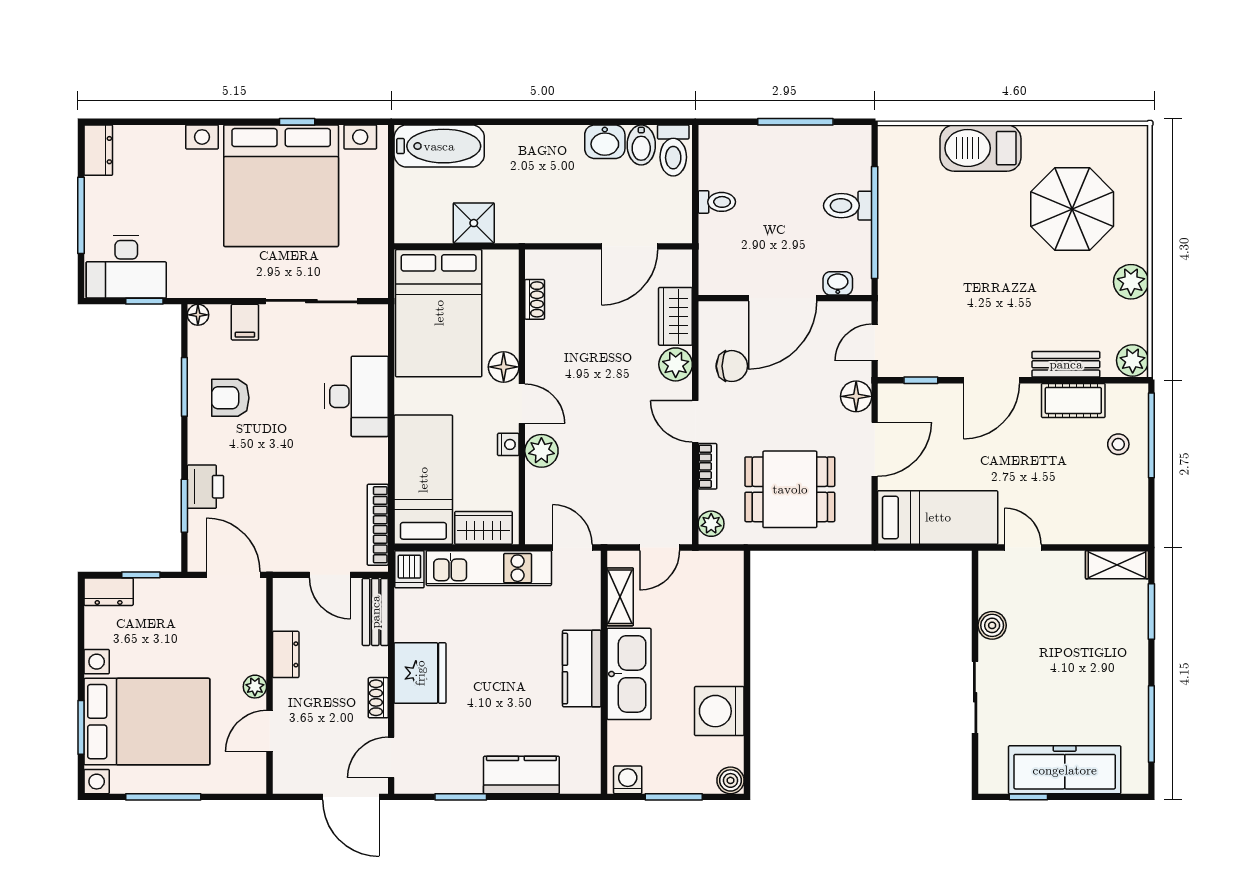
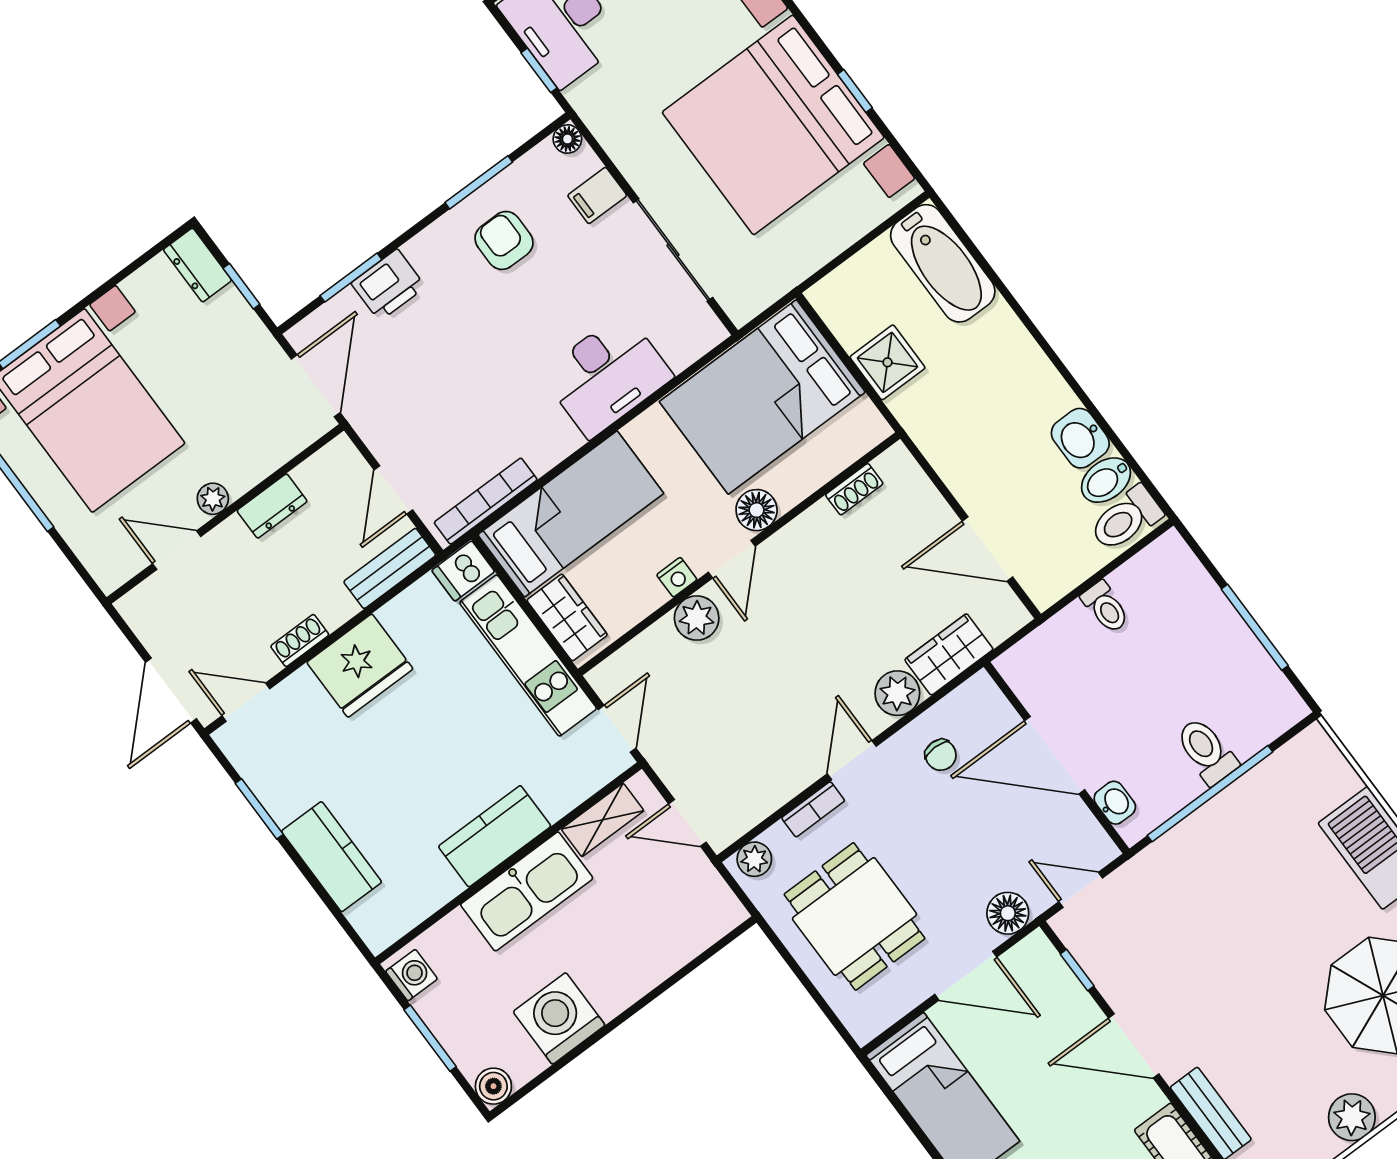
chair: (732, 366) -> (941, 755), width x0.73, depth x0.73

